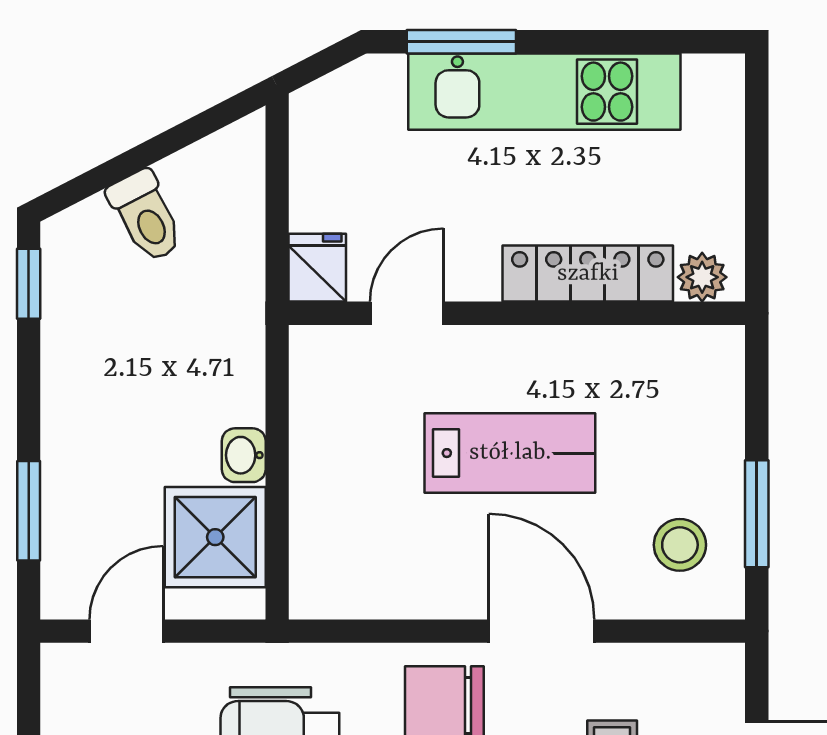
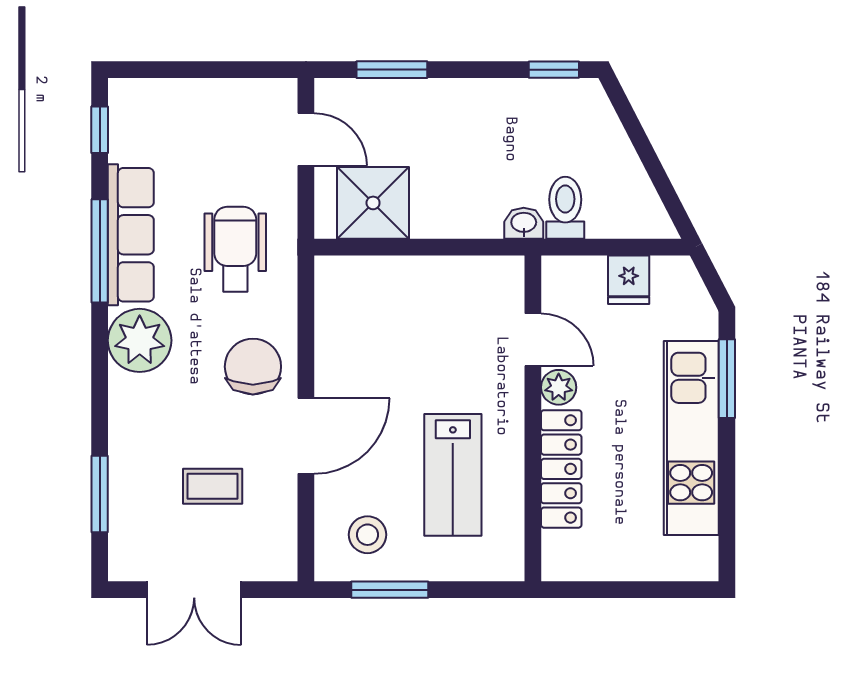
toilet: (146, 216) -> (565, 208), moved, turned 117
fridge: (317, 268) -> (629, 280), moved, turned 90
plant: (702, 277) -> (559, 387), moved
lab bench: (510, 453) -> (453, 475), moved
washbasin: (244, 455) -> (524, 223), moved

